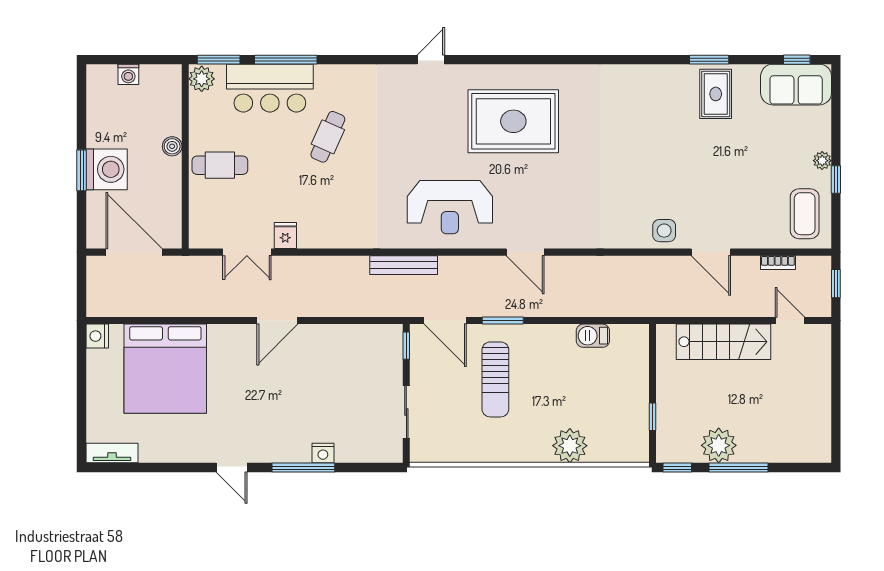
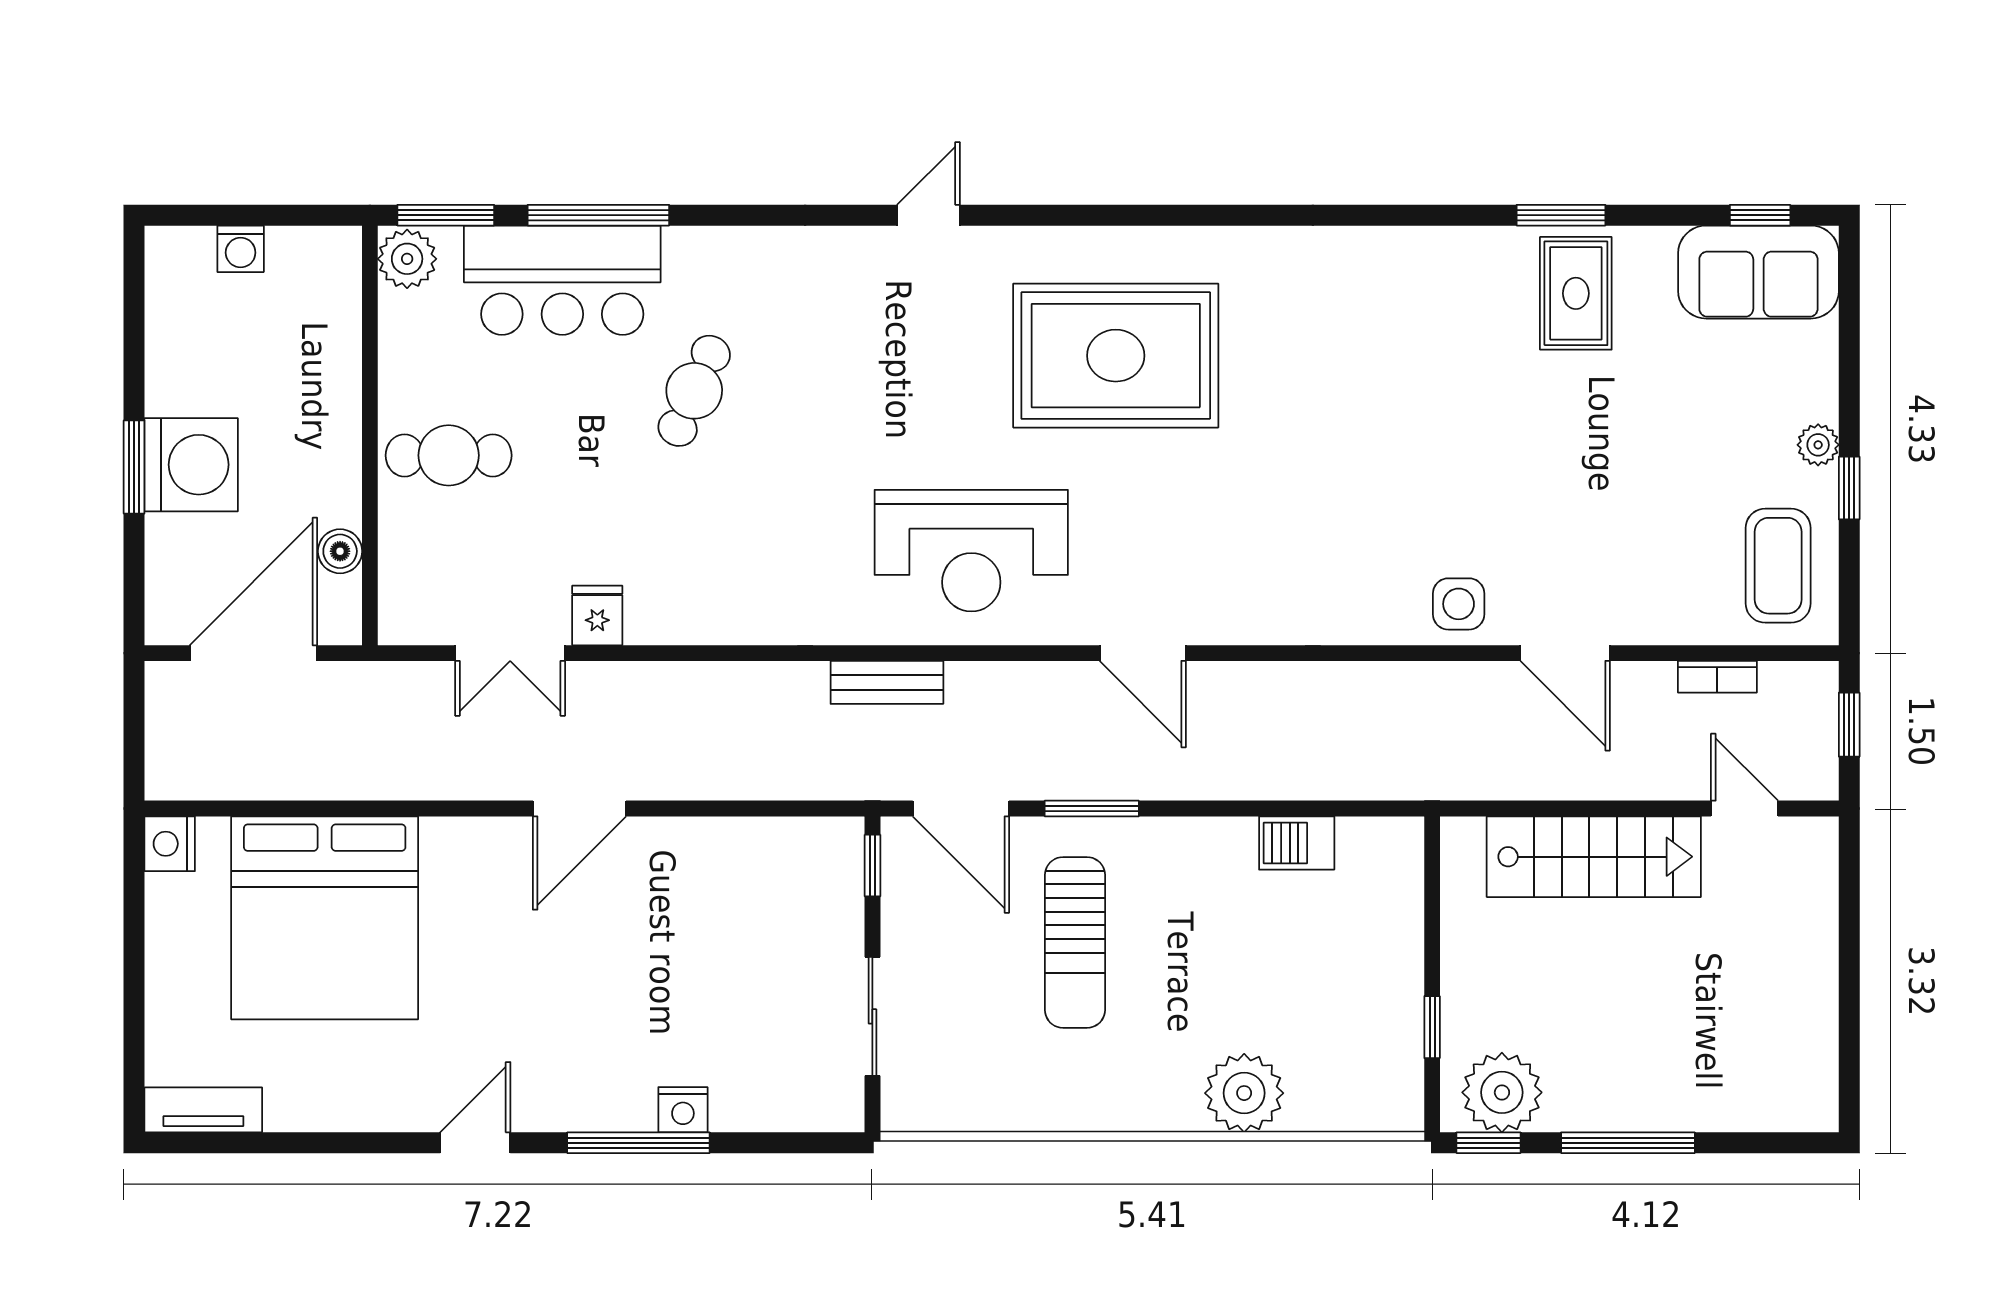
boiler: (172, 146) -> (340, 551), moved
door: (134, 252) -> (253, 653), hinge flipped
bench: (404, 265) -> (887, 682), width x0.73
plant: (719, 445) -> (1502, 1092), moved
door: (232, 468) -> (475, 1143), swing flipped

